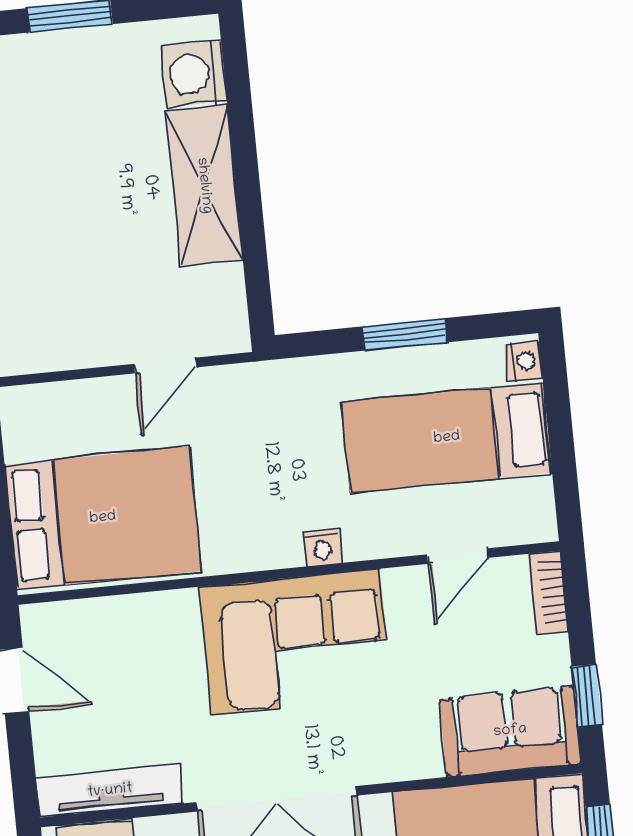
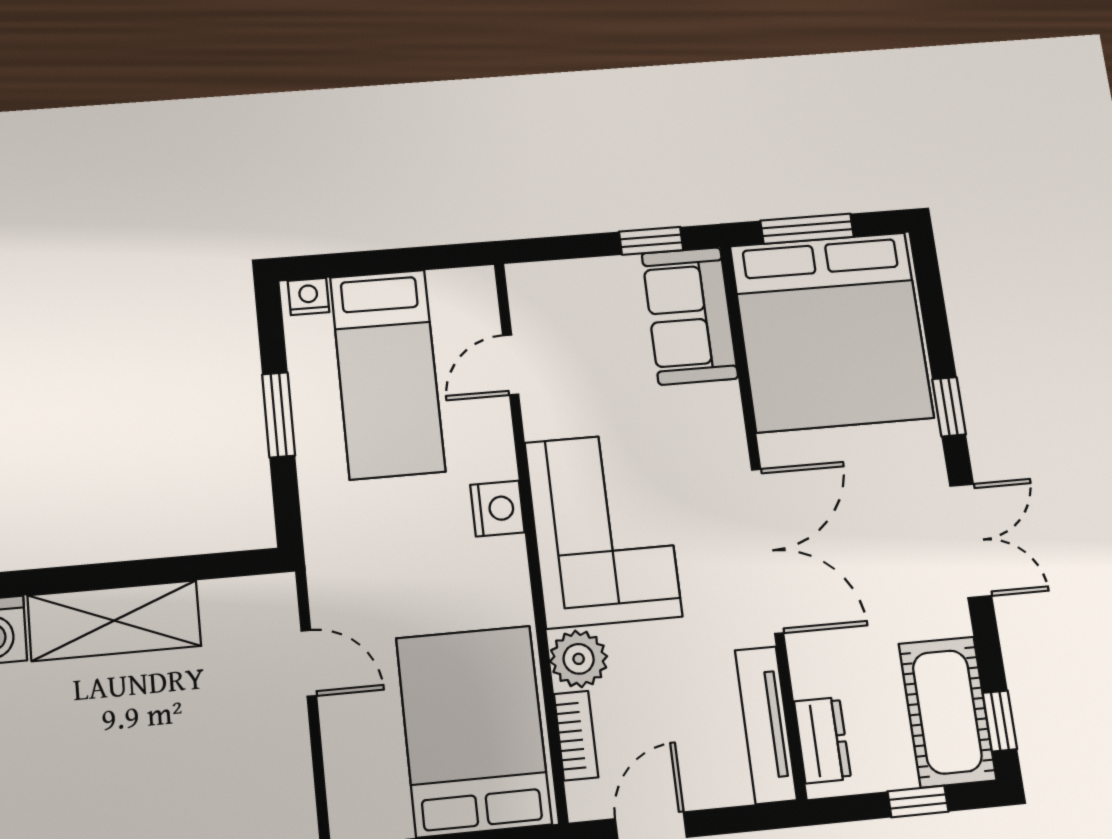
nightstand: (323, 547) -> (497, 508), width x1.39, depth x1.35
door: (457, 556) -> (511, 365), swing flipped
bookcase: (548, 593) -> (576, 736), moved, turned -90
plant: (171, 617) -> (579, 659), added

